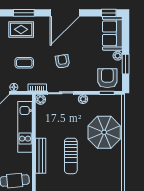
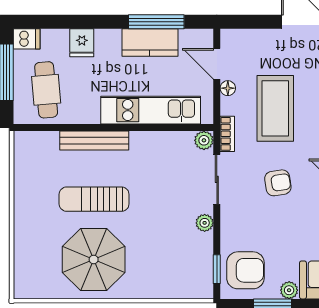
coffee table: (24, 63) -> (275, 108), width x1.86, depth x1.72
parasol: (104, 132) -> (94, 259), moved

